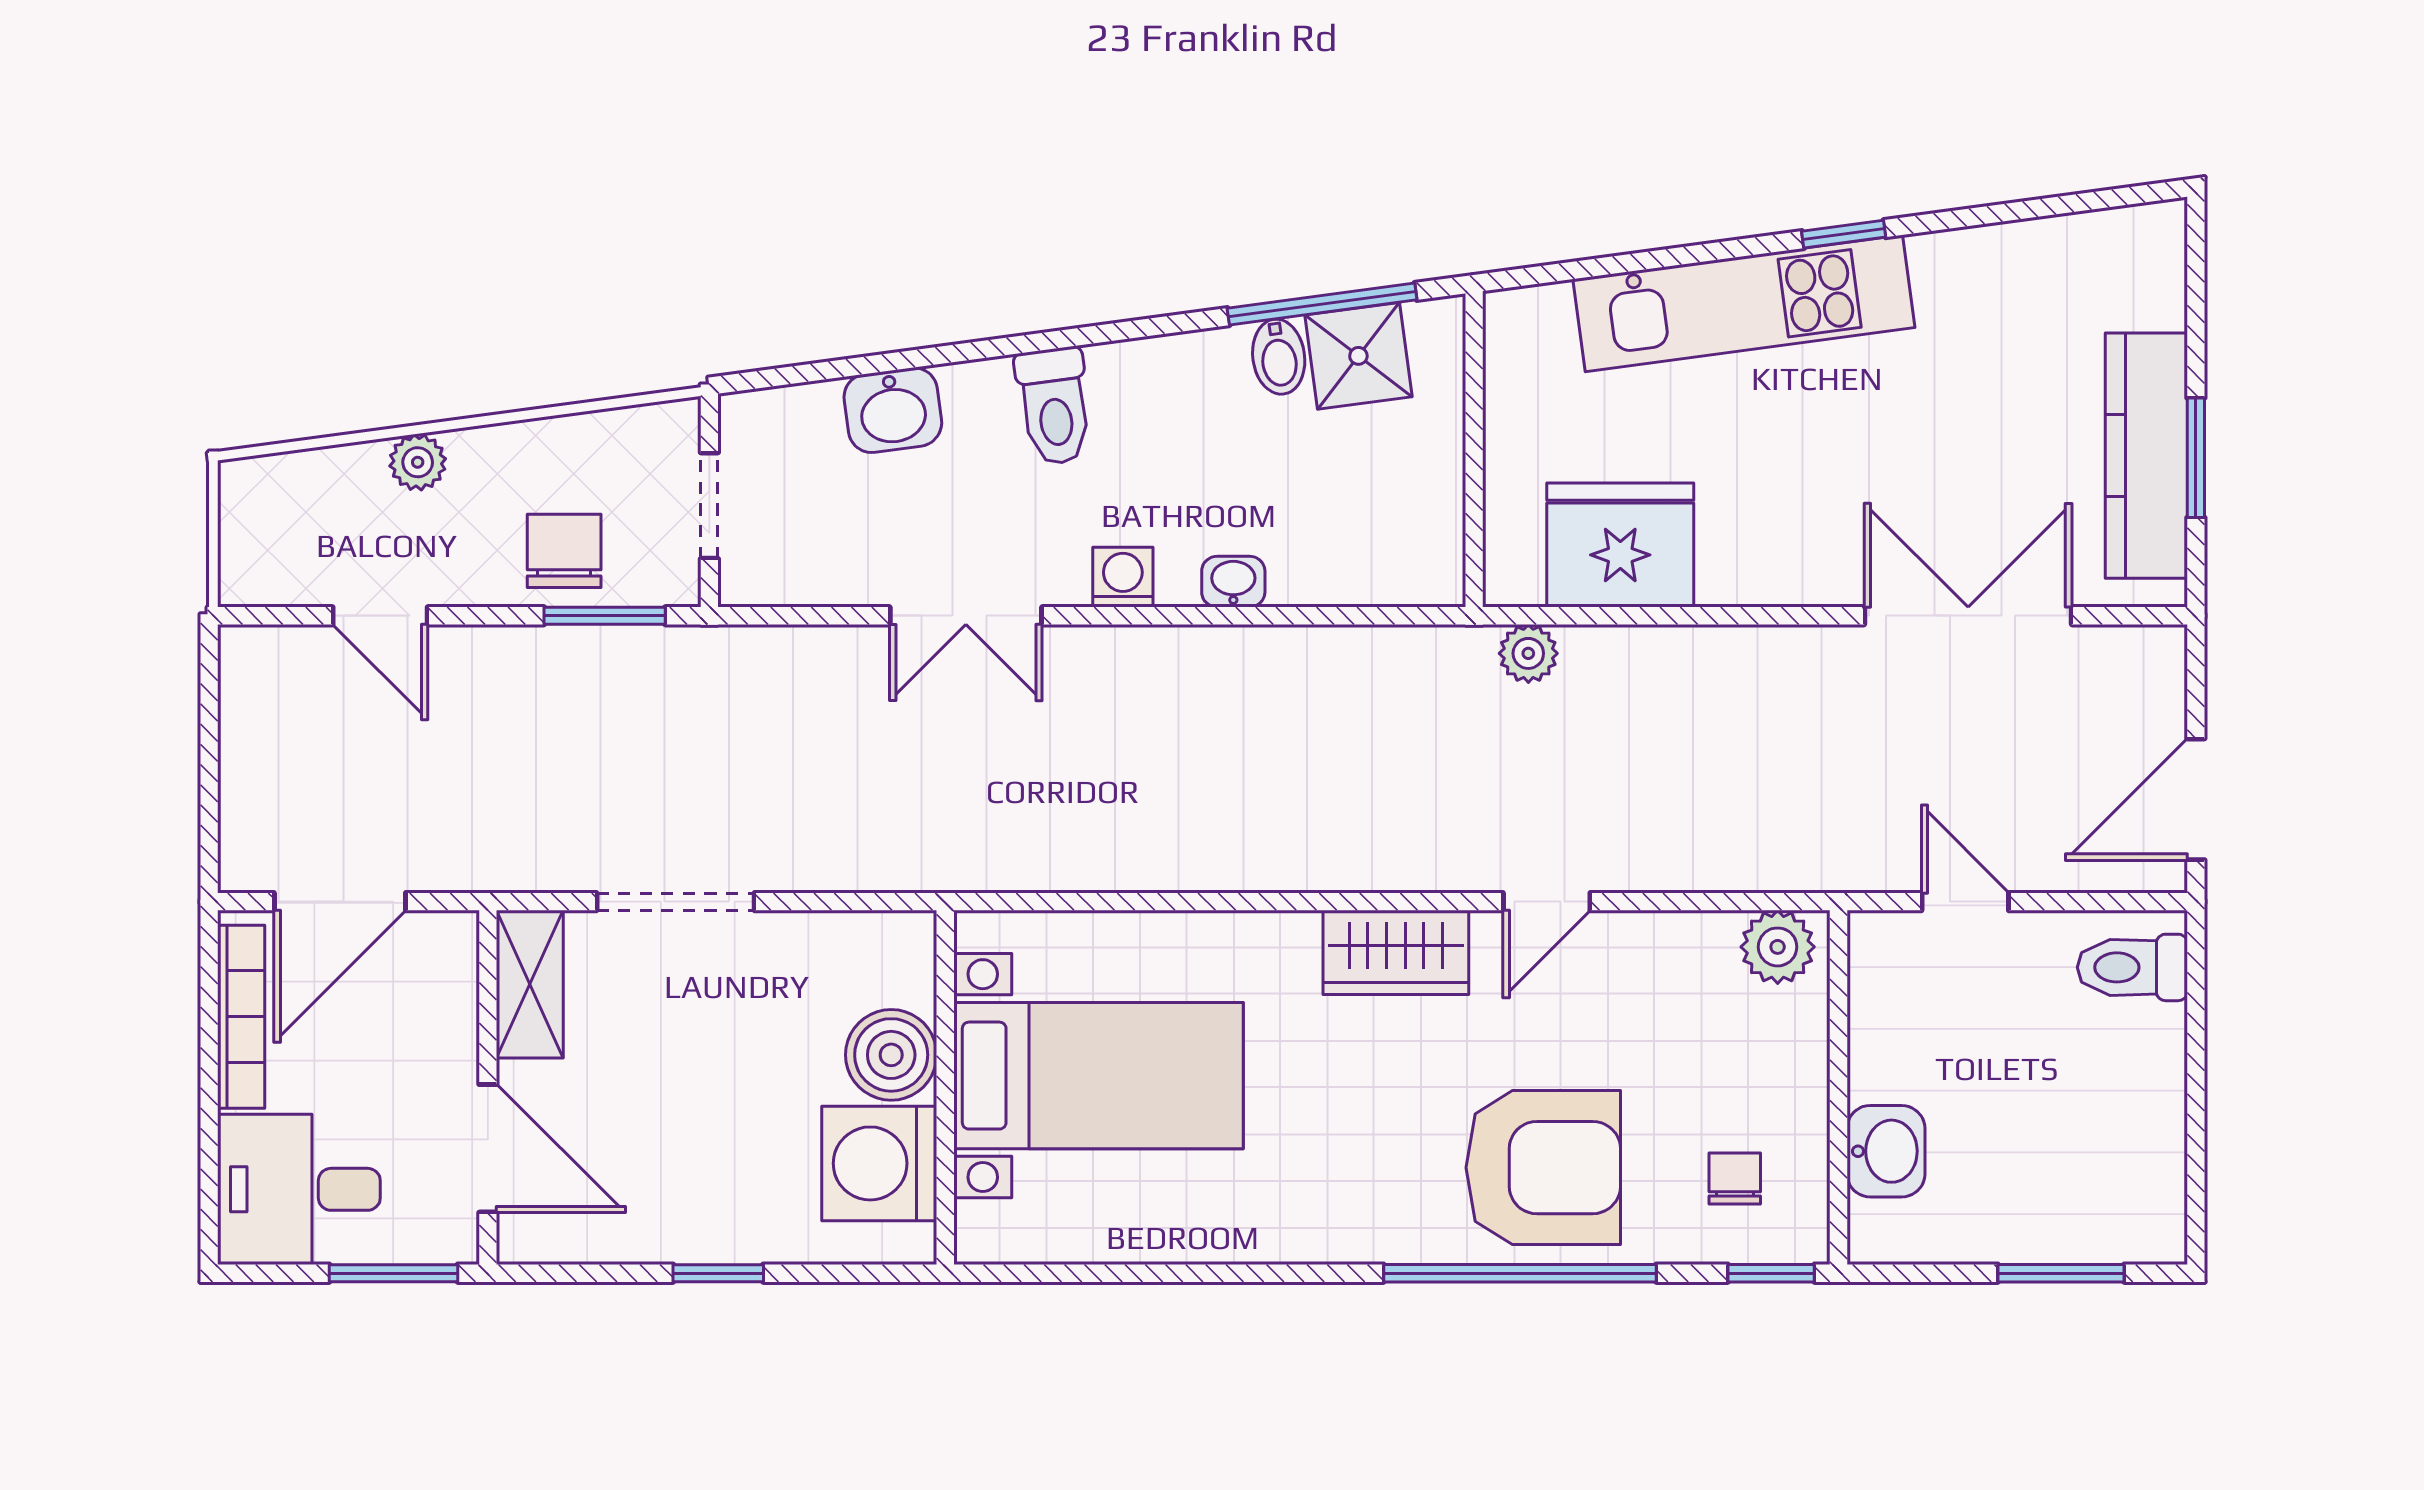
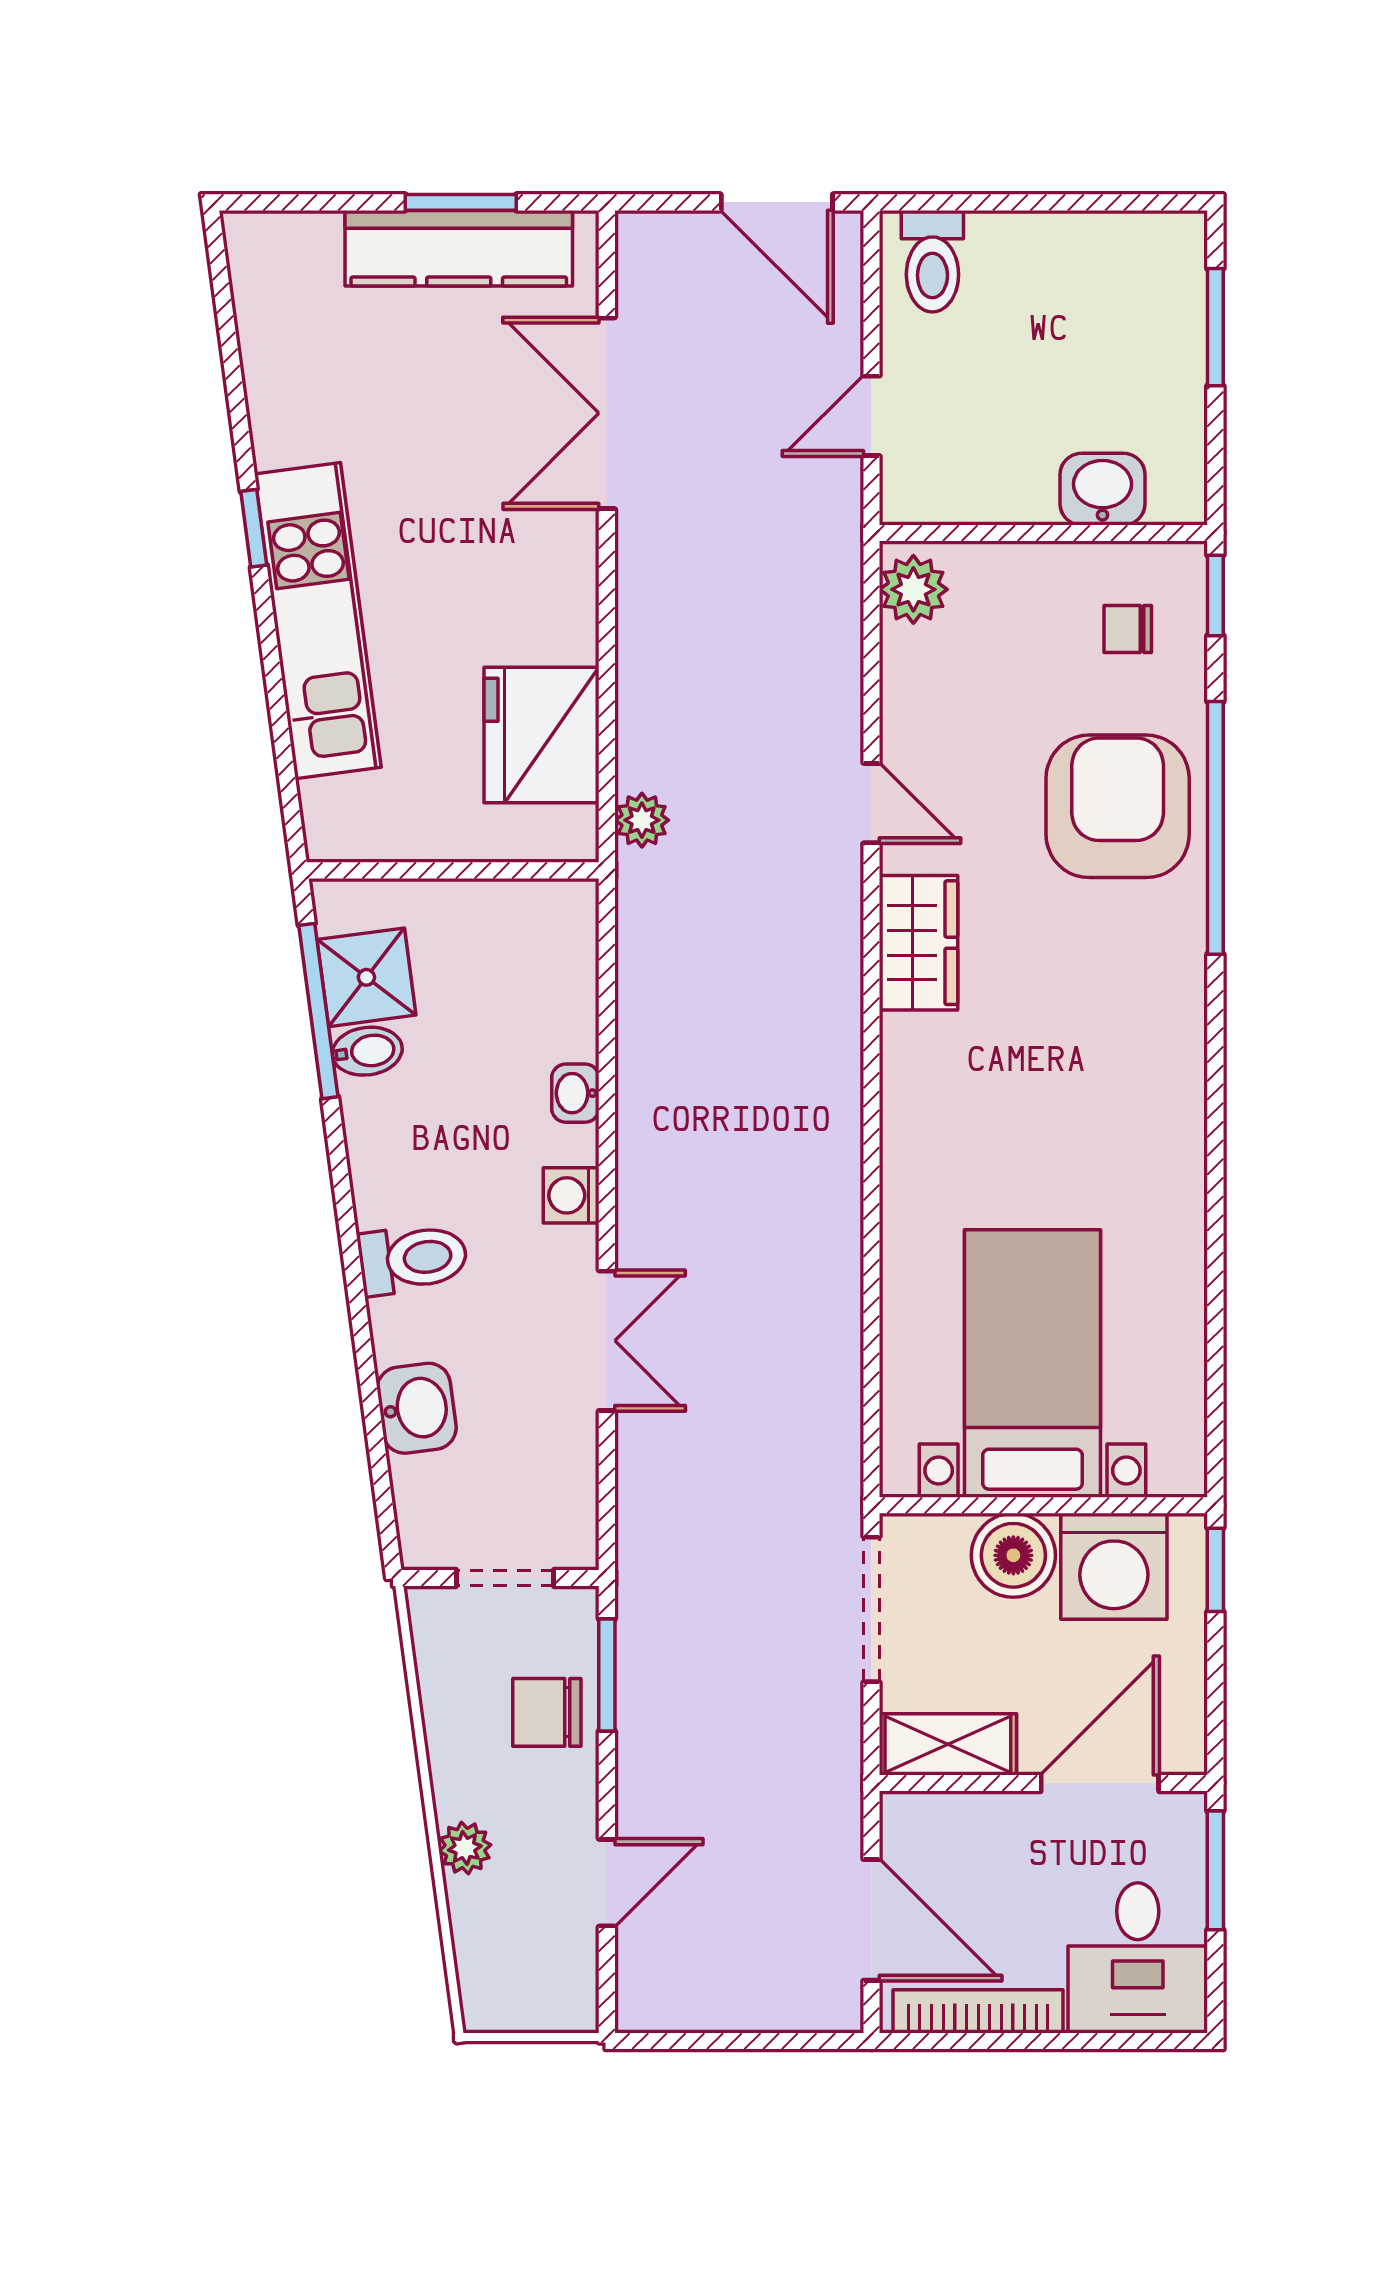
boiler: (891, 1055) -> (1013, 1555), moved
bed with nightstands: (1098, 1076) -> (1033, 1363), moved
wall: (945, 1087) -> (1043, 1505), moved
washing machine: (879, 1163) -> (1114, 1566), moved

